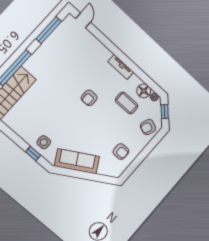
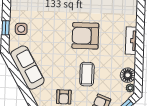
armchair: (89, 98) -> (85, 36), width x1.88, depth x1.88
coffee table: (127, 103) -> (87, 74), moved

